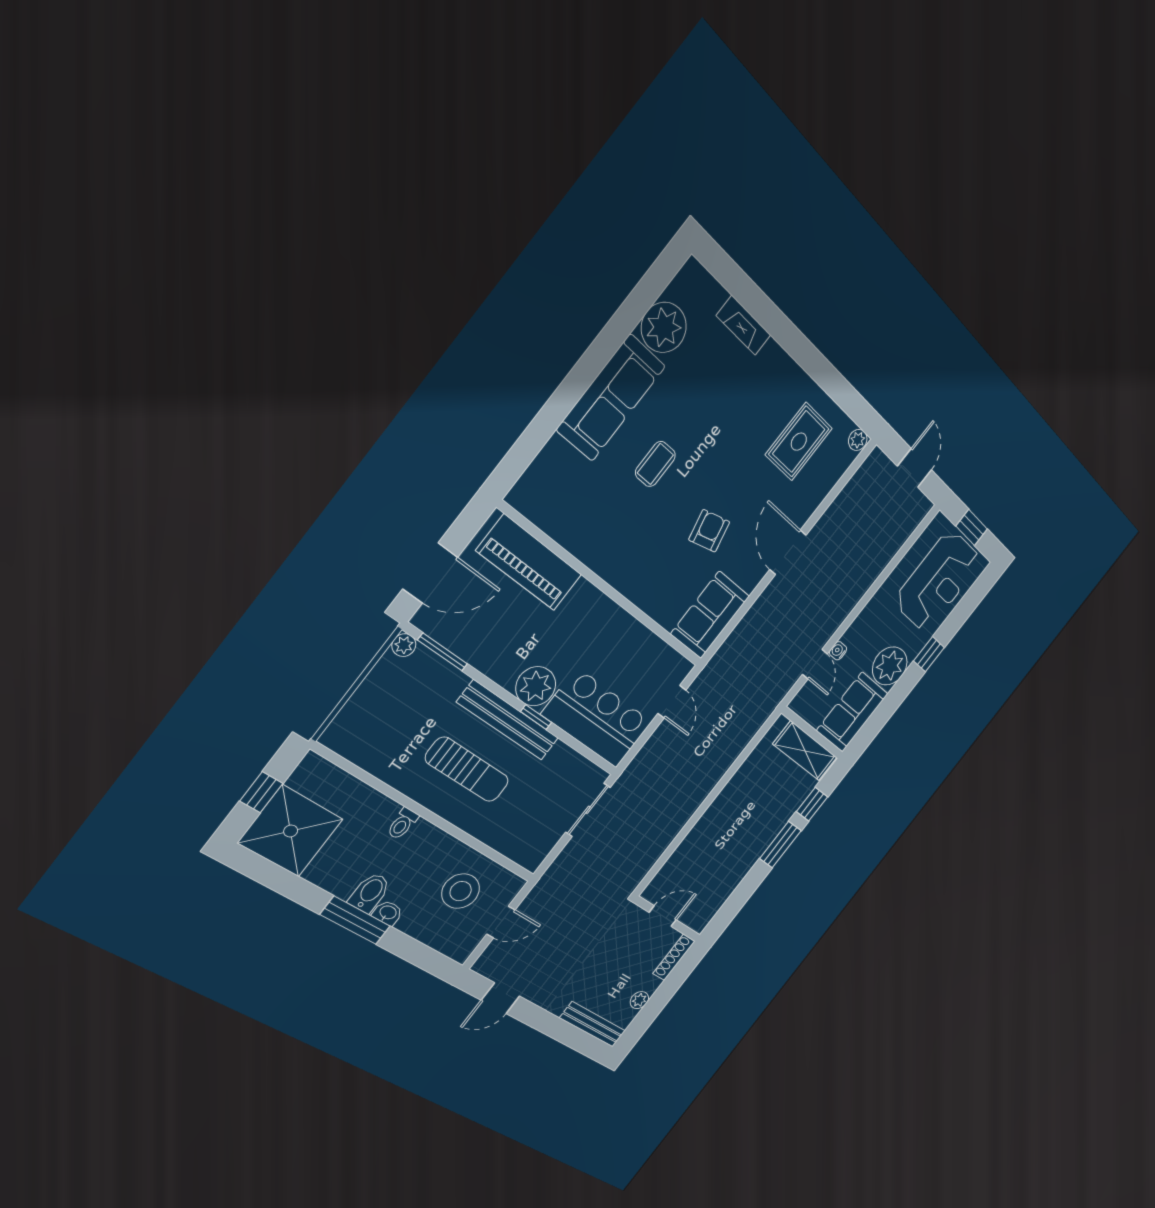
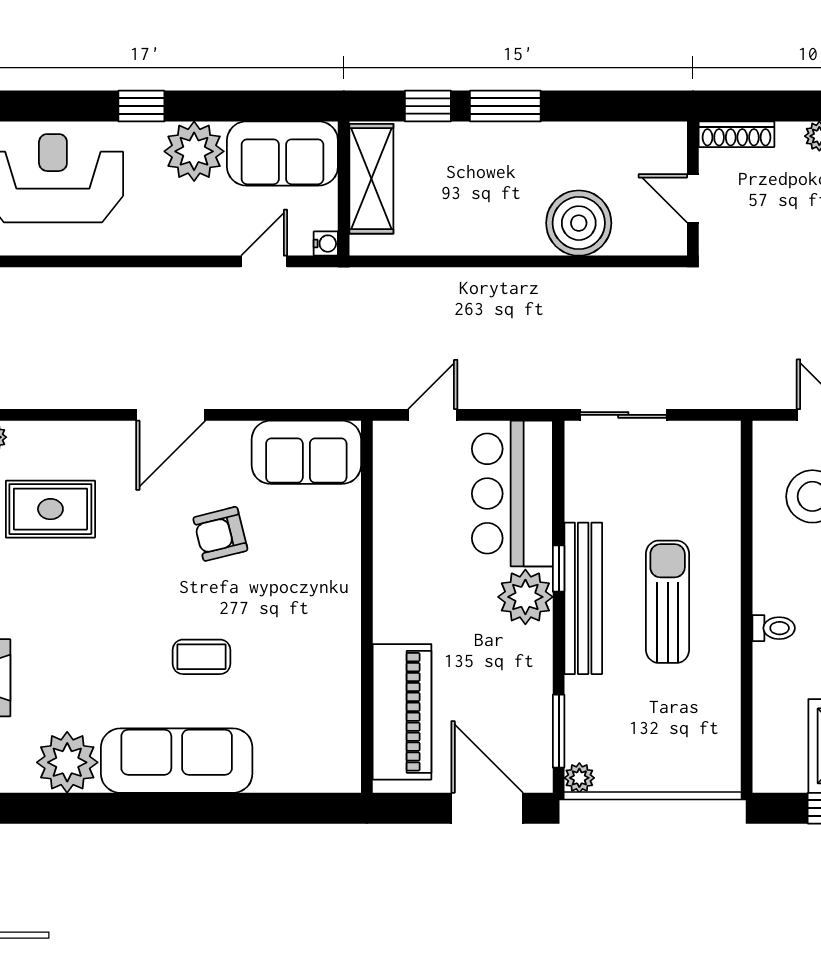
water cooler: (838, 651) -> (326, 244), moved, turned -90
boiler: (699, 848) -> (579, 223), added

